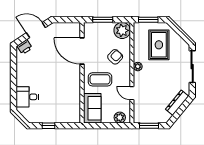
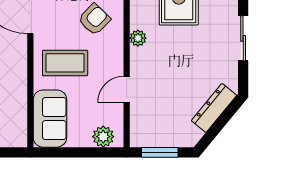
sliding door: (192, 67) -> (243, 38), width x0.73
door: (132, 93) -> (127, 89), hinge flipped

